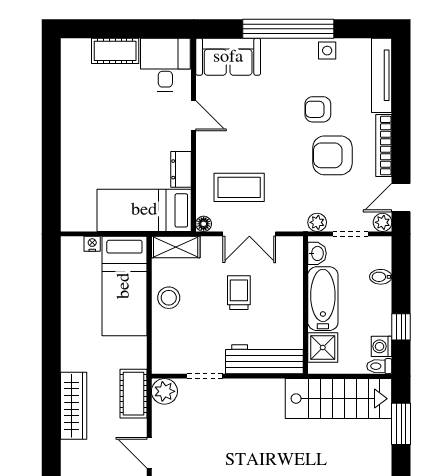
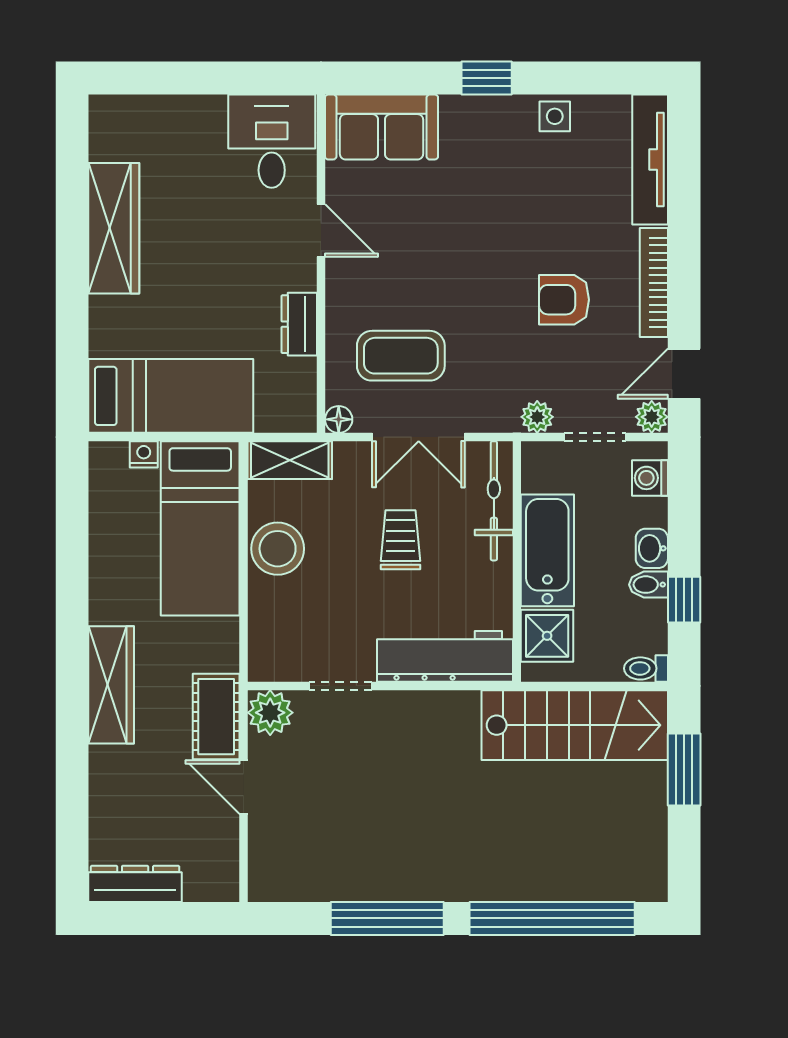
window: (288, 29) -> (487, 78), width x0.32
cot: (115, 51) -> (184, 117), removed
armchair: (318, 109) -> (538, 219), removed
wardrobe: (75, 115) -> (114, 228), added
armchair: (332, 155) -> (564, 300), width x0.72, depth x0.72
bed: (144, 210) -> (171, 396), moved, turned 180
washbasin: (317, 253) -> (652, 548), moved, turned 180
bicycle: (292, 270) -> (494, 501), added
bidet: (381, 277) -> (648, 585), moved
stool: (169, 298) -> (278, 549), width x1.38, depth x1.38
washing machine: (382, 346) -> (650, 478), moved
wardrobe: (74, 406) -> (111, 685), moved
door: (149, 453) -> (244, 787), moved

